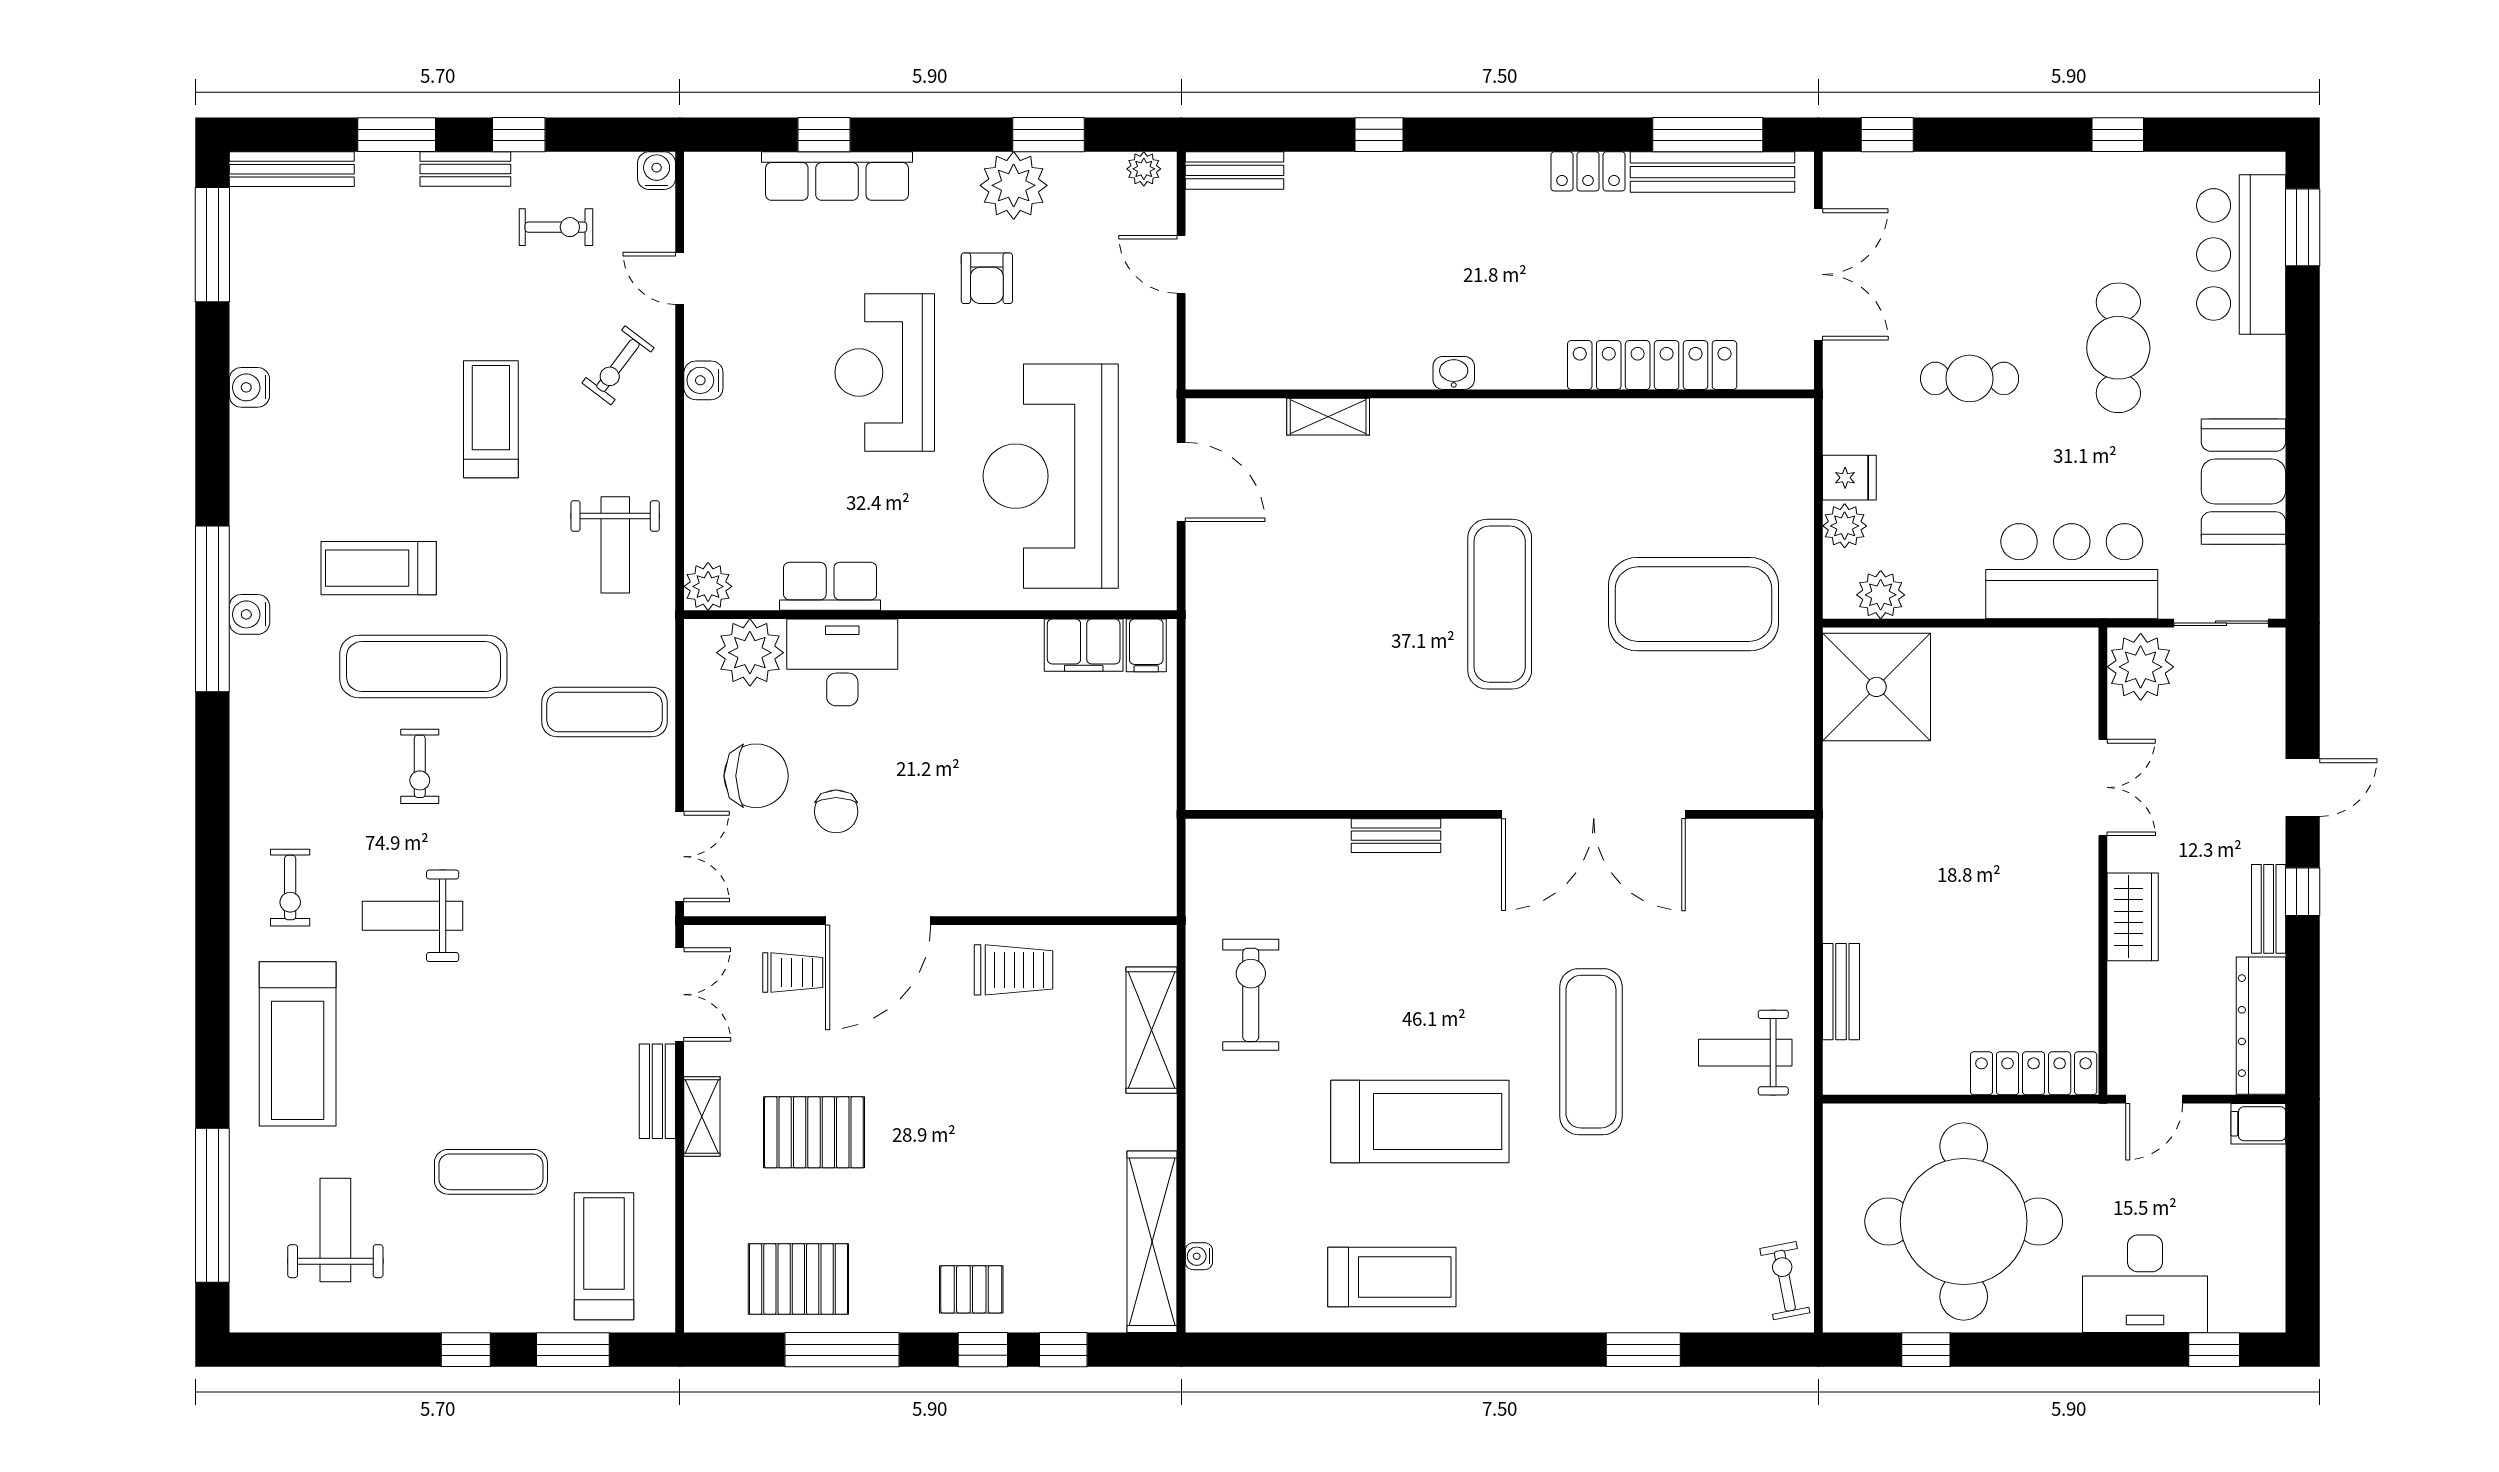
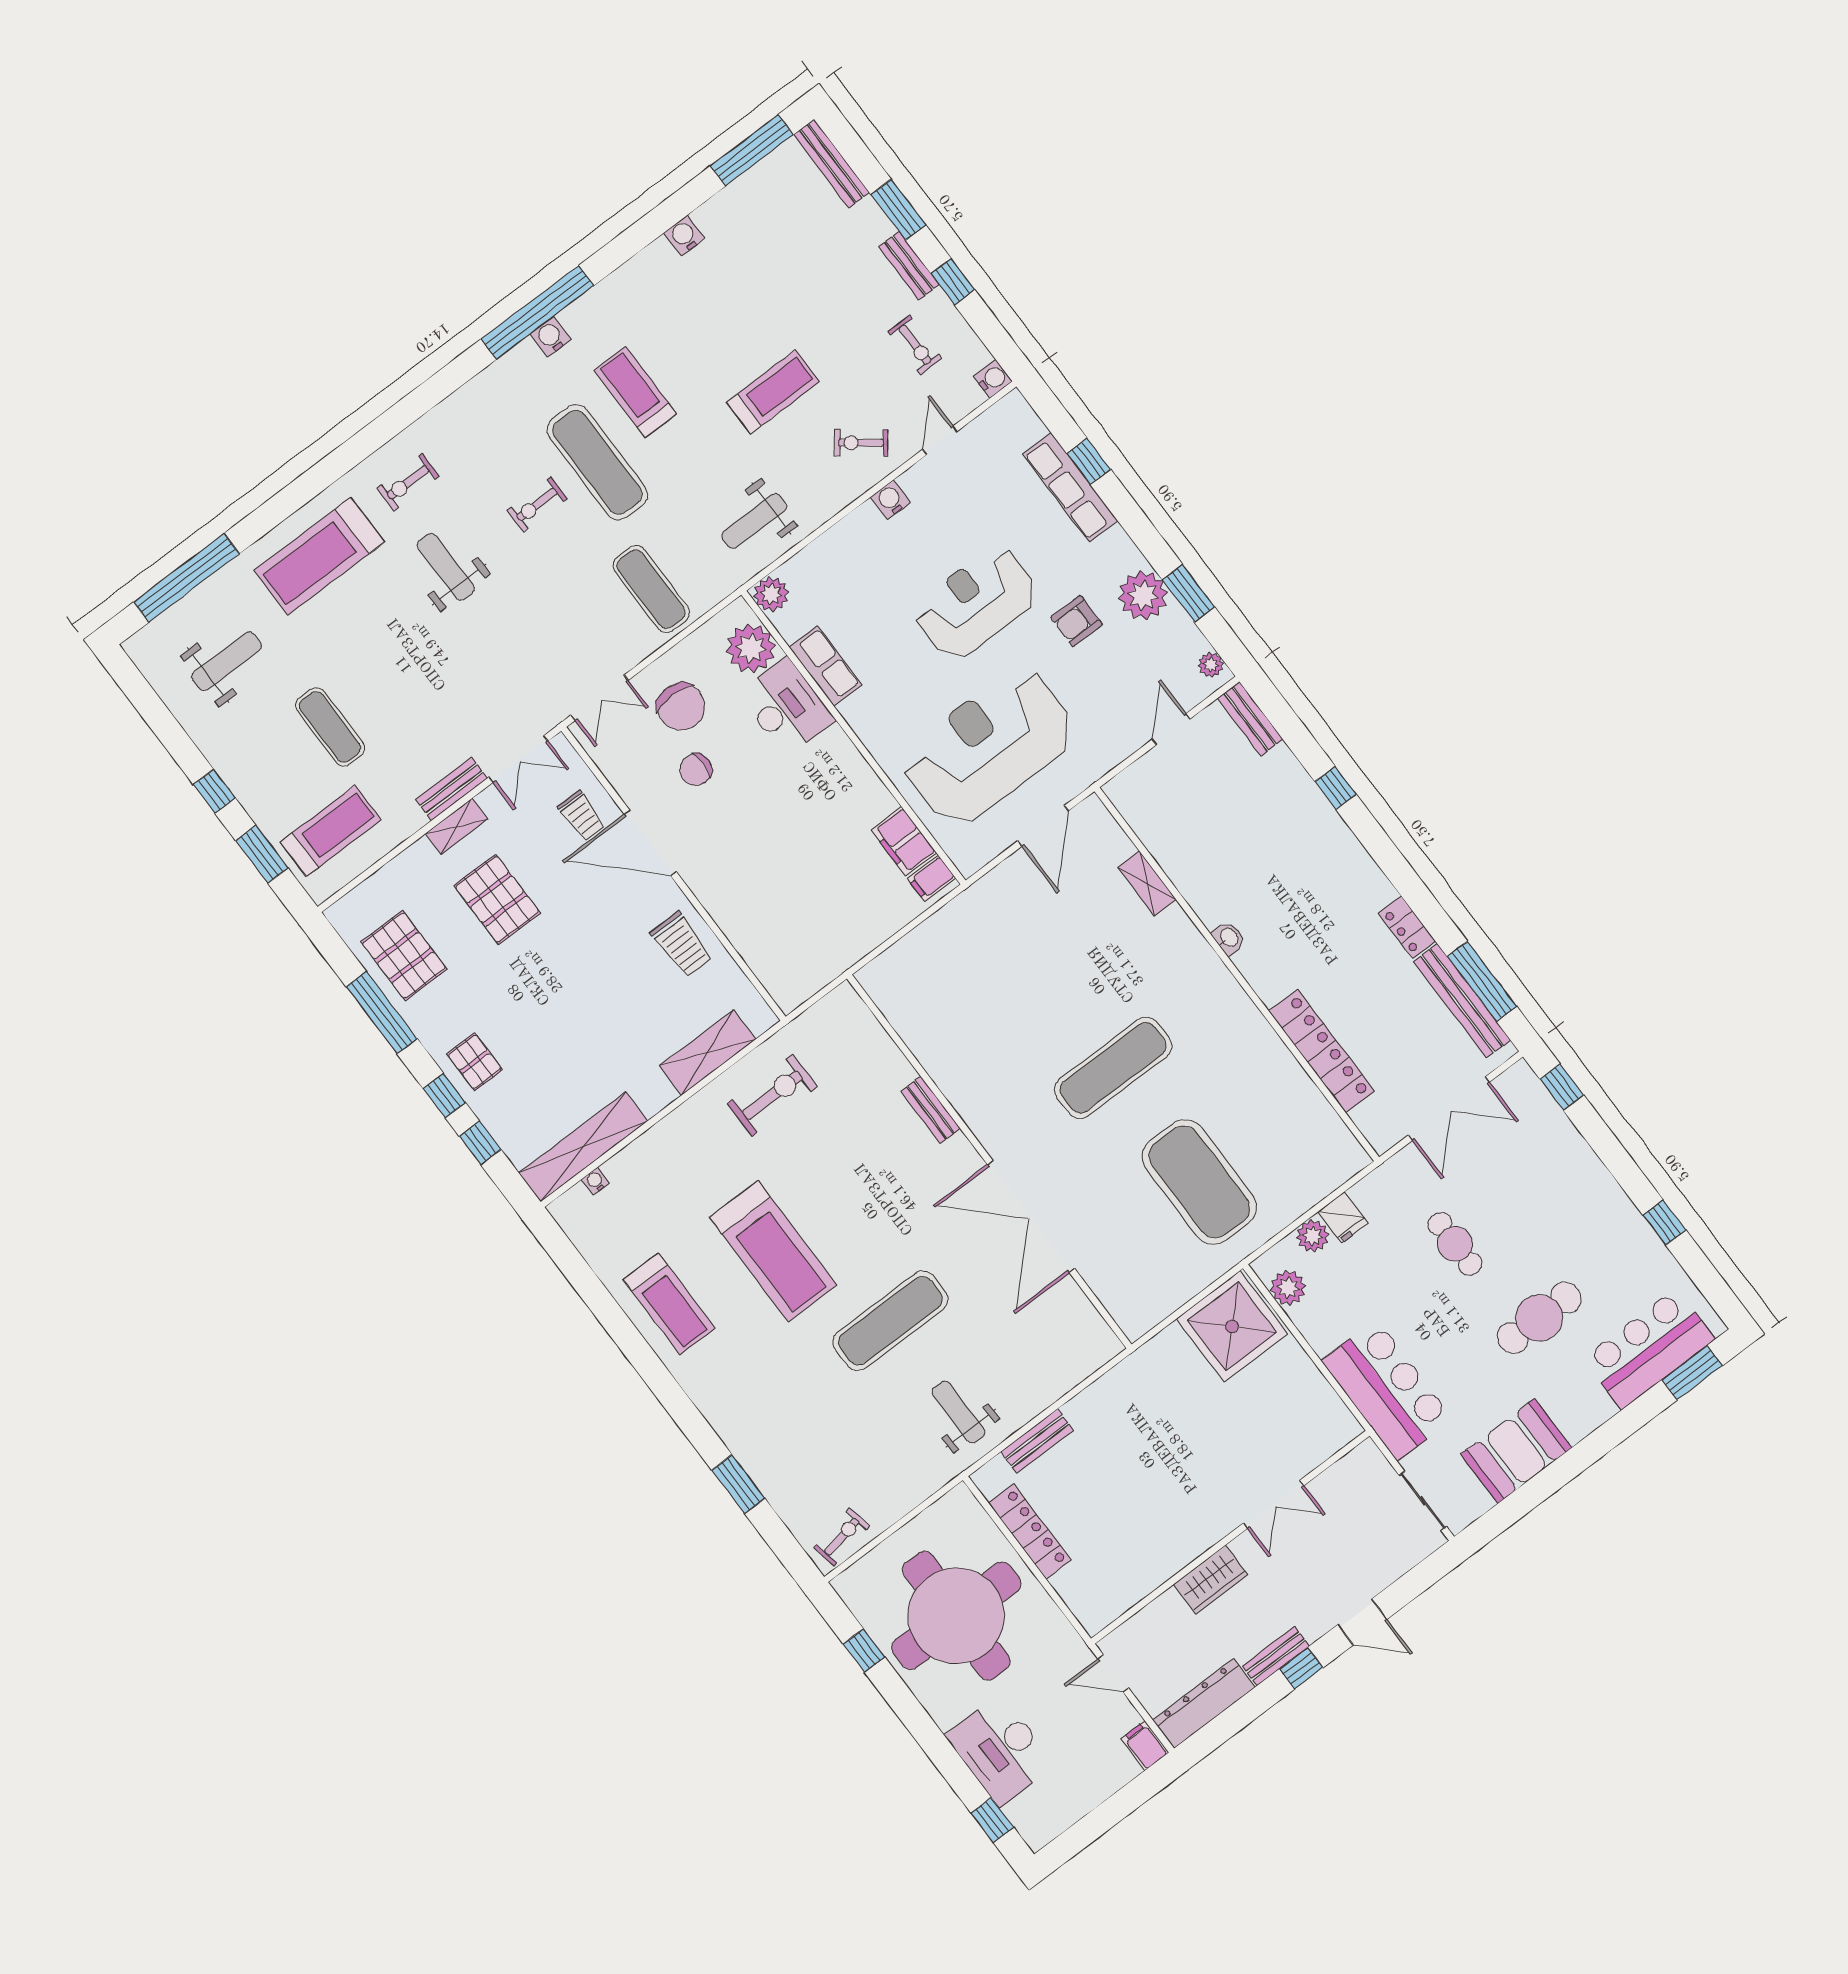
plant: (2141, 667) -> (1361, 1473), removed
locker: (2034, 1073) -> (1030, 1532), moved

